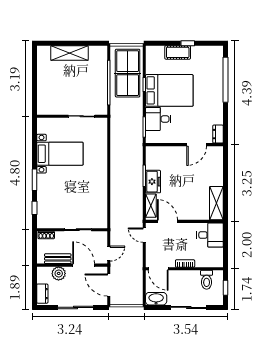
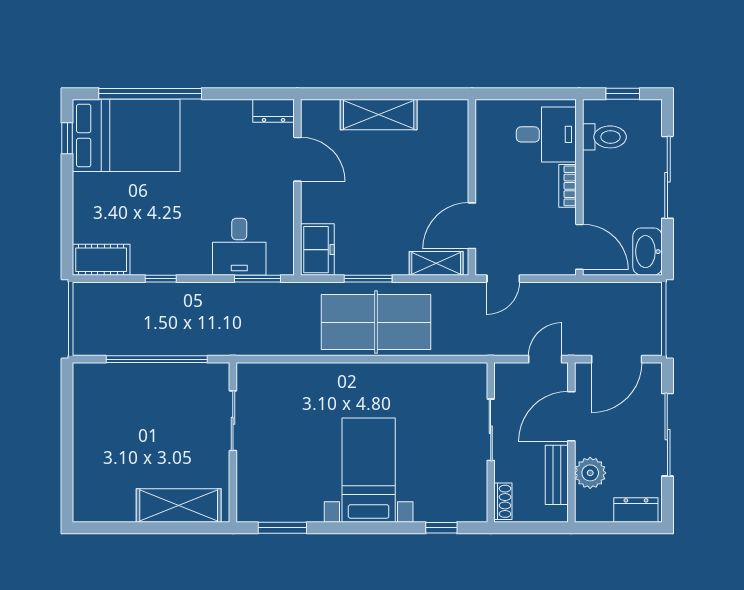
window: (188, 43) -> (67, 138), moved
cot: (178, 52) -> (101, 260), moved, turned 90
shelving: (69, 53) -> (179, 506), moved, turned 90
table tennis table: (128, 73) -> (376, 322), moved
bed: (169, 90) -> (126, 135), moved, turned 90
bed with nightstands: (60, 154) -> (369, 470), moved
window: (35, 180) -> (282, 528), moved
freezer: (153, 182) -> (317, 250), moved, turned 90
shelving: (216, 203) -> (379, 115), moved
desk: (210, 235) -> (546, 134), moved, turned 90
door: (109, 254) -> (545, 359), hinge flipped
door: (158, 269) -> (579, 247), hinge flipped

